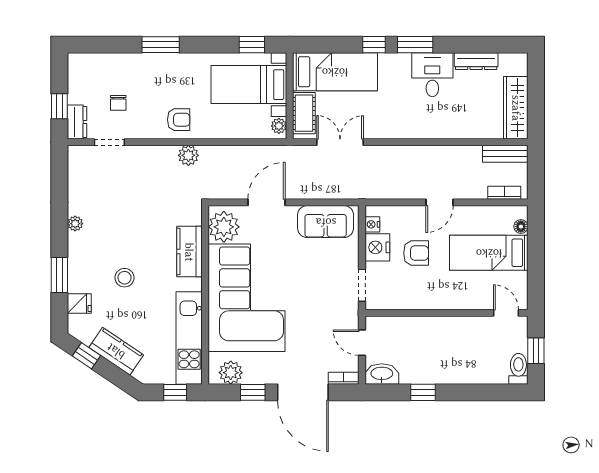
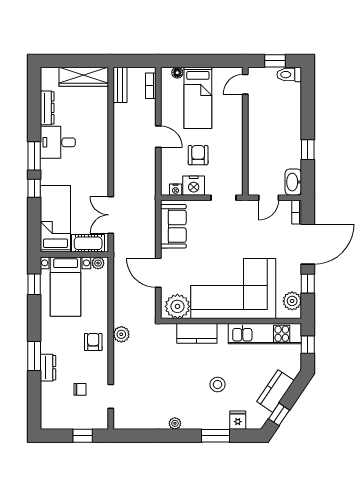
dresser: (77, 122) -> (48, 368), moved, turned 90

